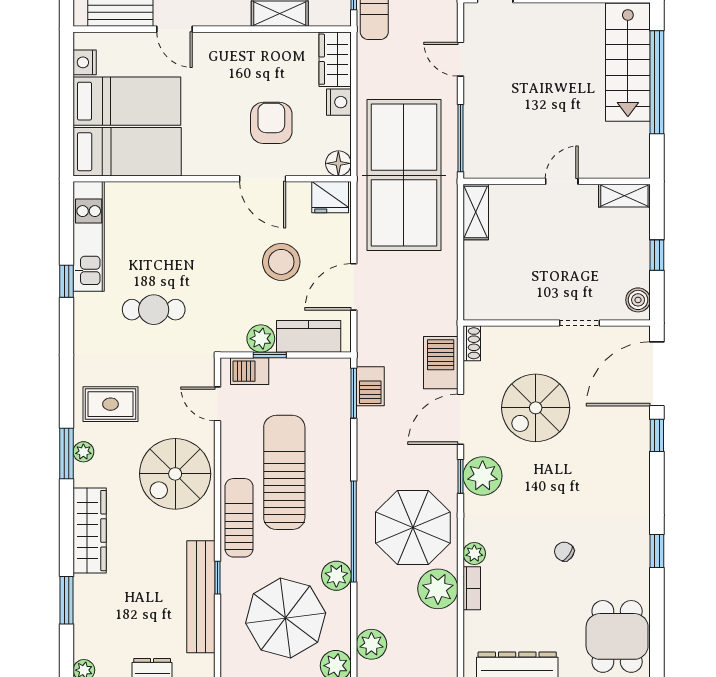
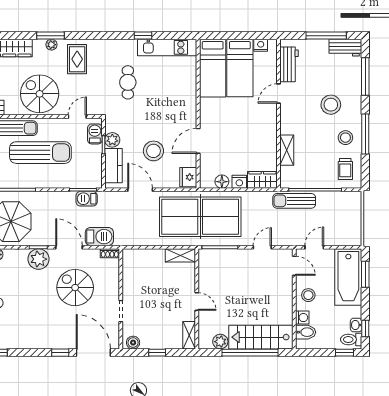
armchair: (271, 123) -> (228, 146), removed
plant: (636, 137) -> (220, 342), added
floor lamp: (338, 163) -> (222, 182), moved

